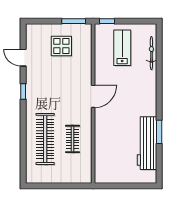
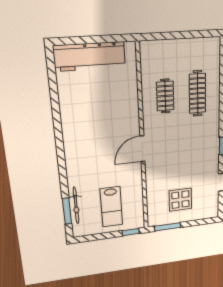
window: (159, 132) -> (67, 211), moved
clothes rail: (45, 139) -> (197, 93), width x0.73, depth x0.76
workbench: (147, 143) -> (90, 56), moved, turned 90

